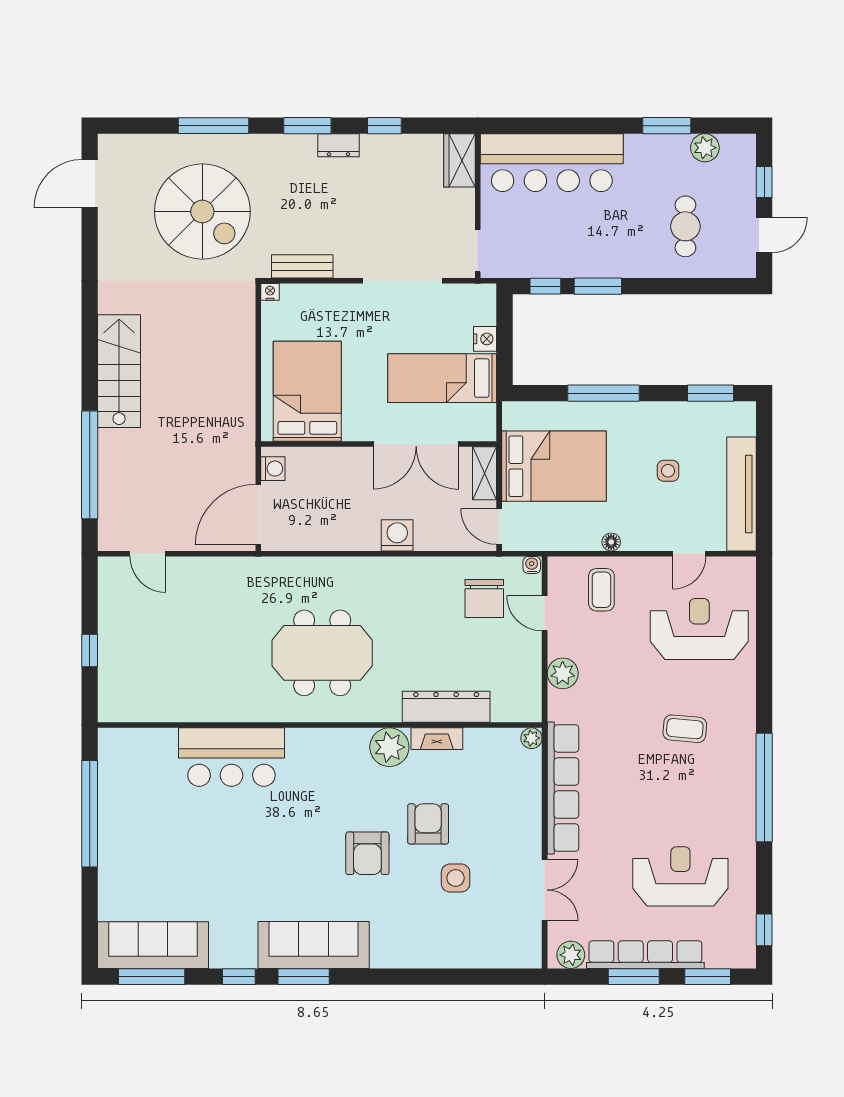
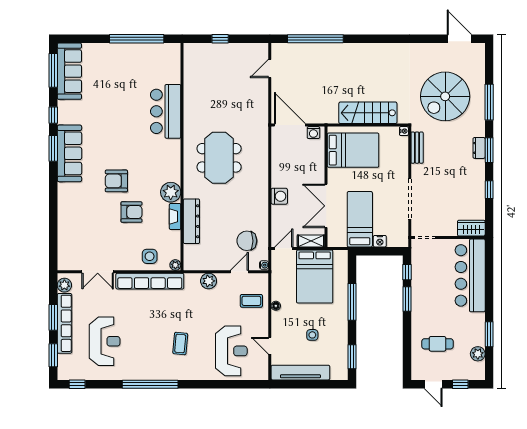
dresser: (339, 145) -> (479, 148), moved
stairs: (119, 371) -> (368, 113), moved, turned 180
side table: (456, 878) -> (150, 256), moved

